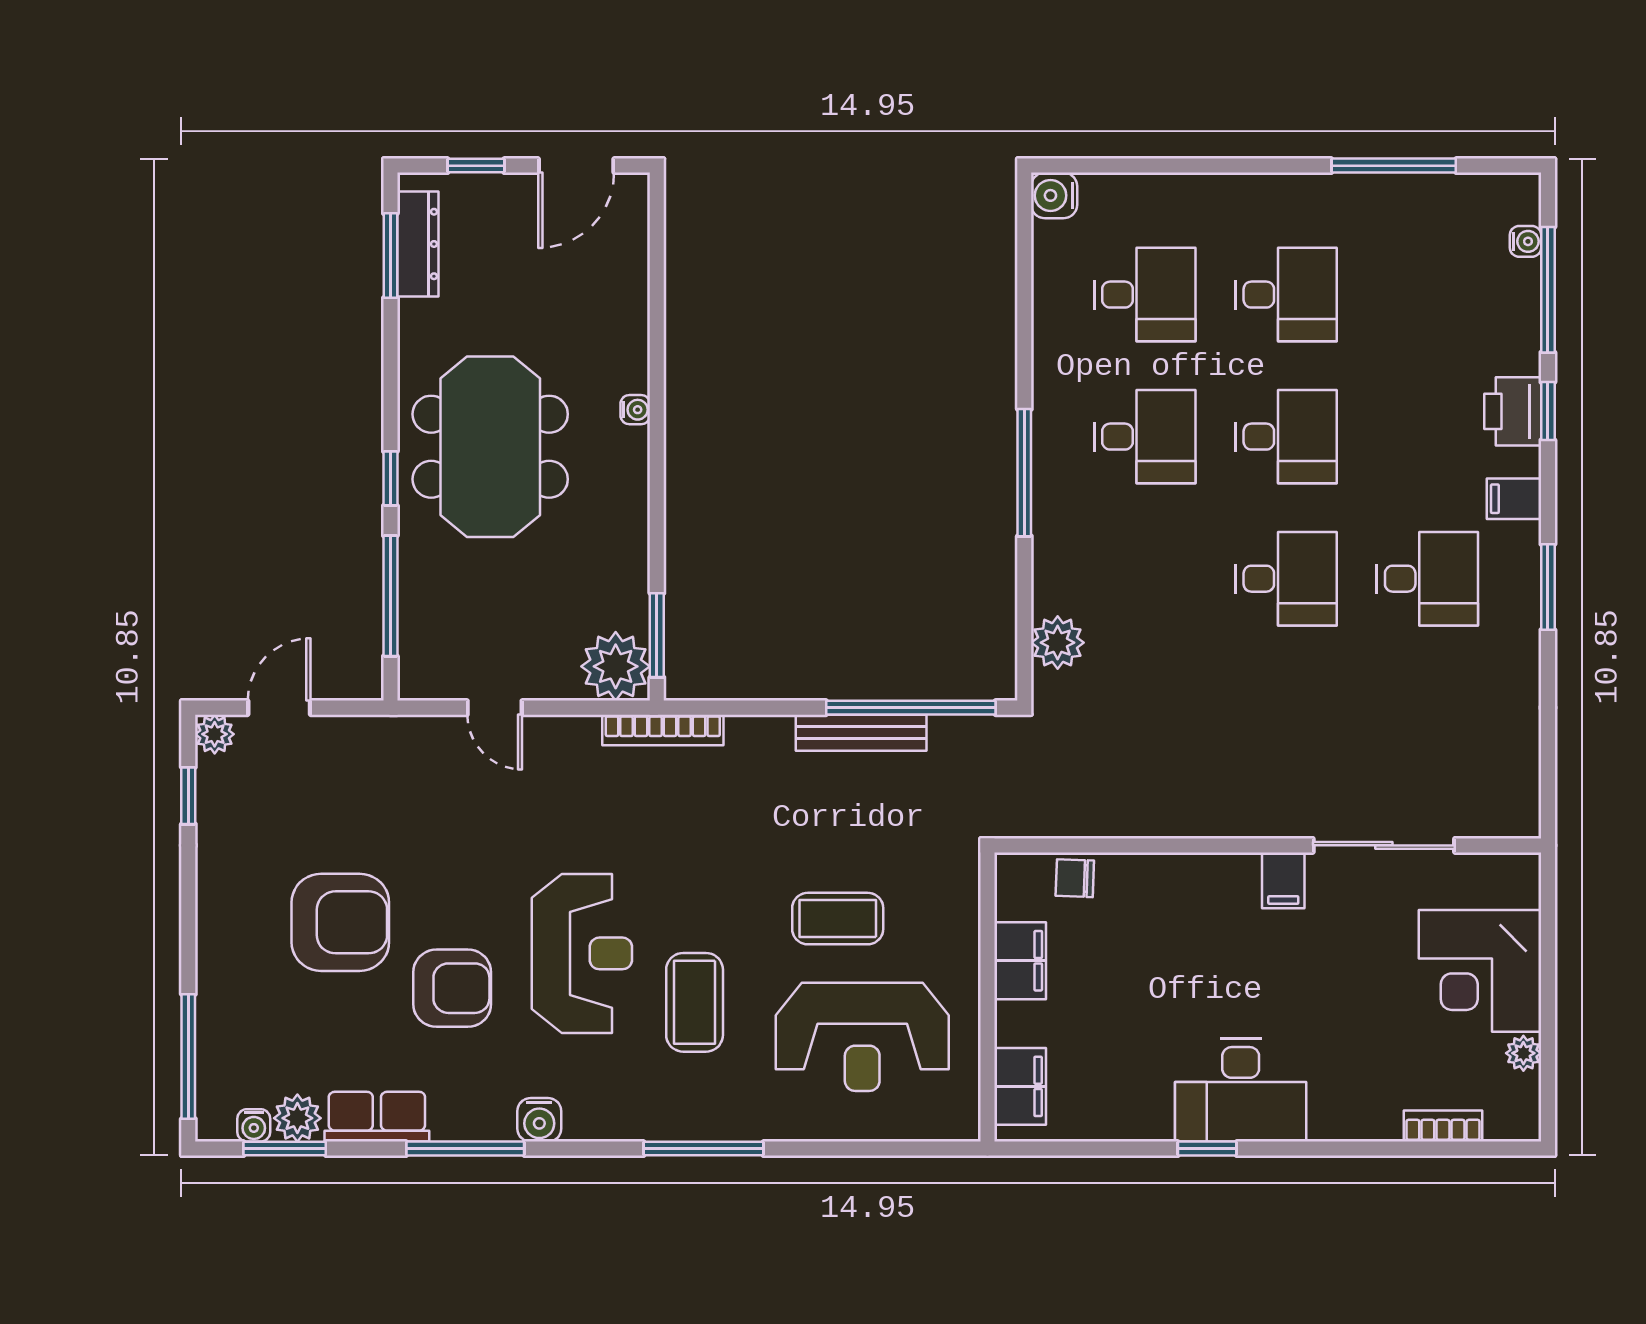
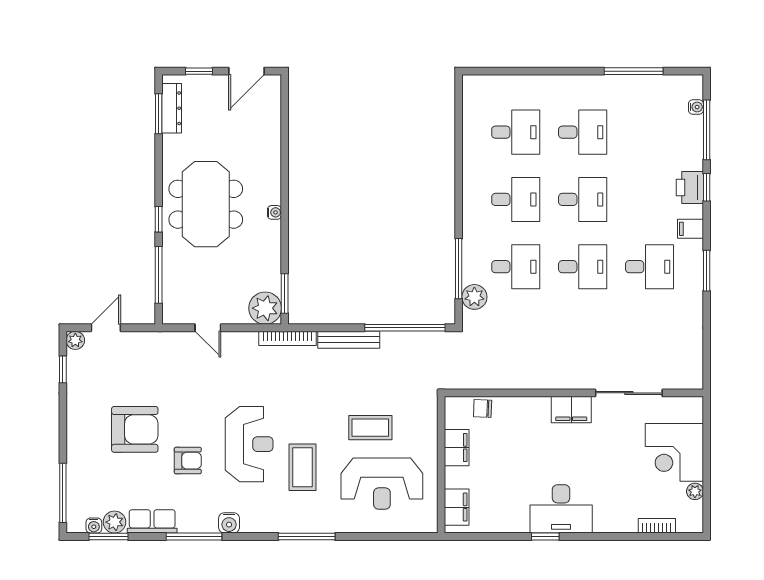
water cooler: (1054, 195) -> (473, 85), removed
water cooler: (635, 410) -> (274, 212), moved
window: (1024, 473) -> (459, 269), moved
desk: (1145, 579) -> (516, 267), added
bench: (861, 733) -> (349, 340), moved
filing cabinet: (1283, 880) -> (571, 410), width x2.00
armchair: (452, 988) -> (188, 461), width x0.72, depth x0.72

